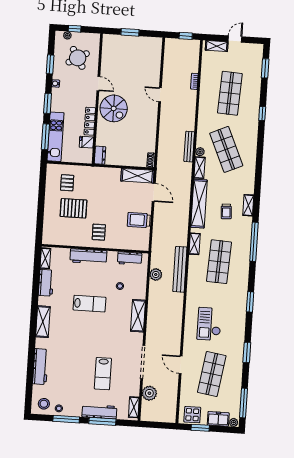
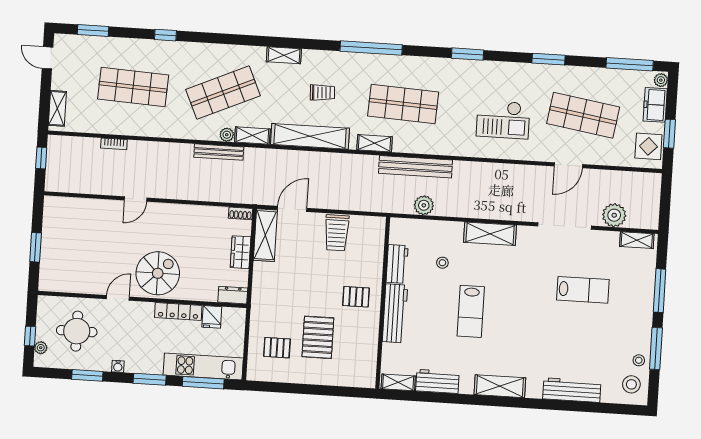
door: (235, 39) -> (48, 58), moved
round table: (78, 58) -> (77, 331), turned 30
wardrobe: (127, 160) -> (241, 252), added
shelving: (248, 205) -> (284, 55), moved
workbench: (130, 258) -> (397, 264), moved
lab bench: (90, 304) -> (471, 311), turned 180
workbench: (99, 412) -> (644, 295), removed

